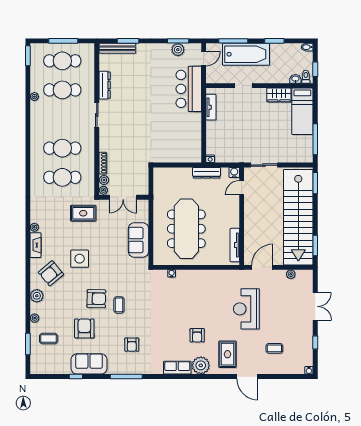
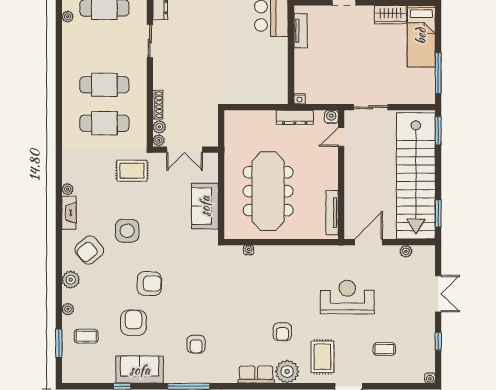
coffee table: (119, 305) -> (179, 292), removed
reception desk: (246, 309) -> (347, 297), turned 90

